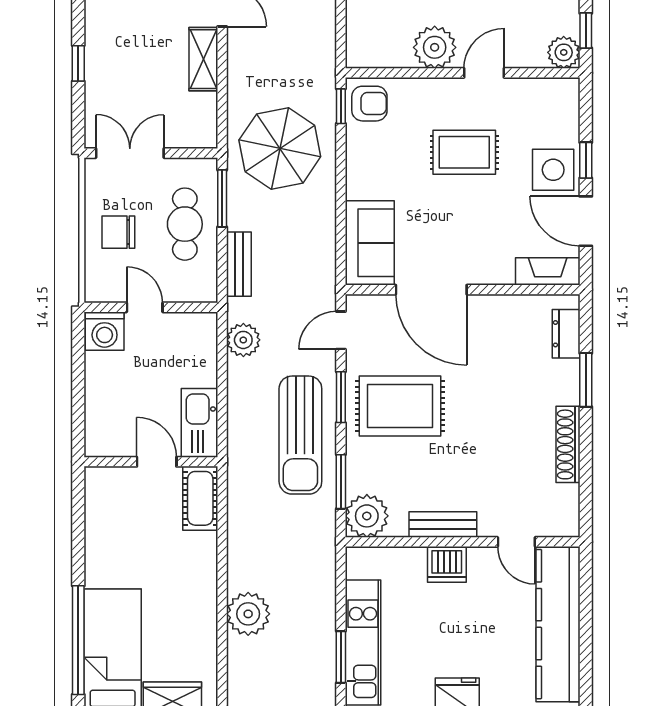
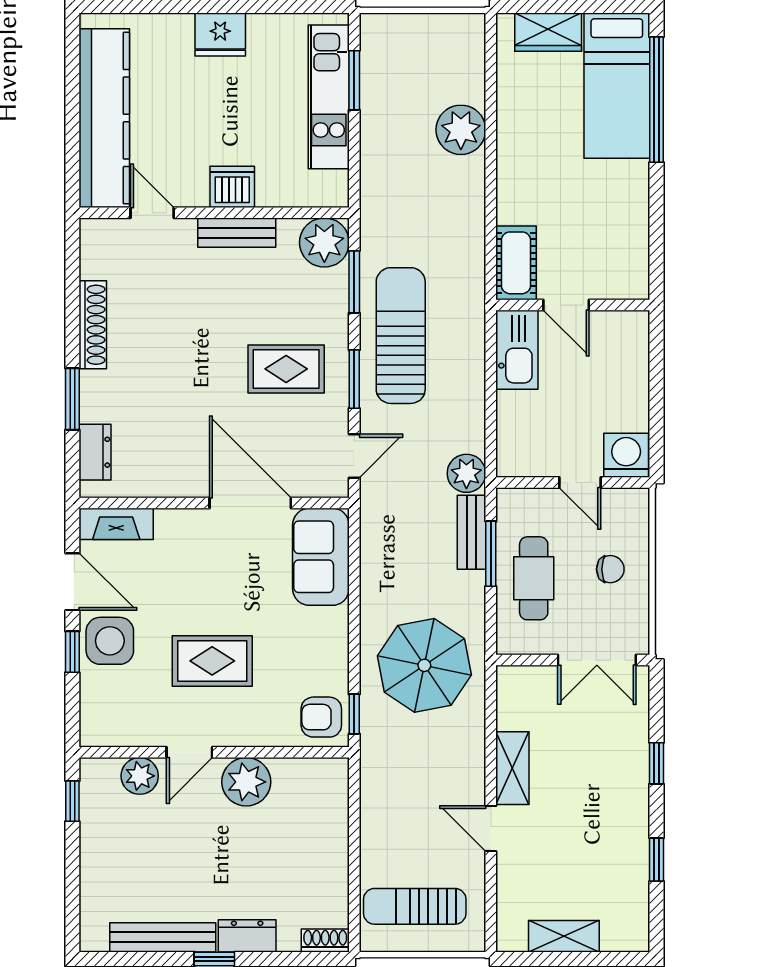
plant: (564, 52) -> (140, 776), moved
window: (222, 198) -> (491, 554), moved
chair: (118, 232) -> (610, 569), width x0.73, depth x0.73
plant: (243, 340) -> (466, 473), moved
rug: (400, 406) -> (286, 369), width x0.73, depth x0.70

